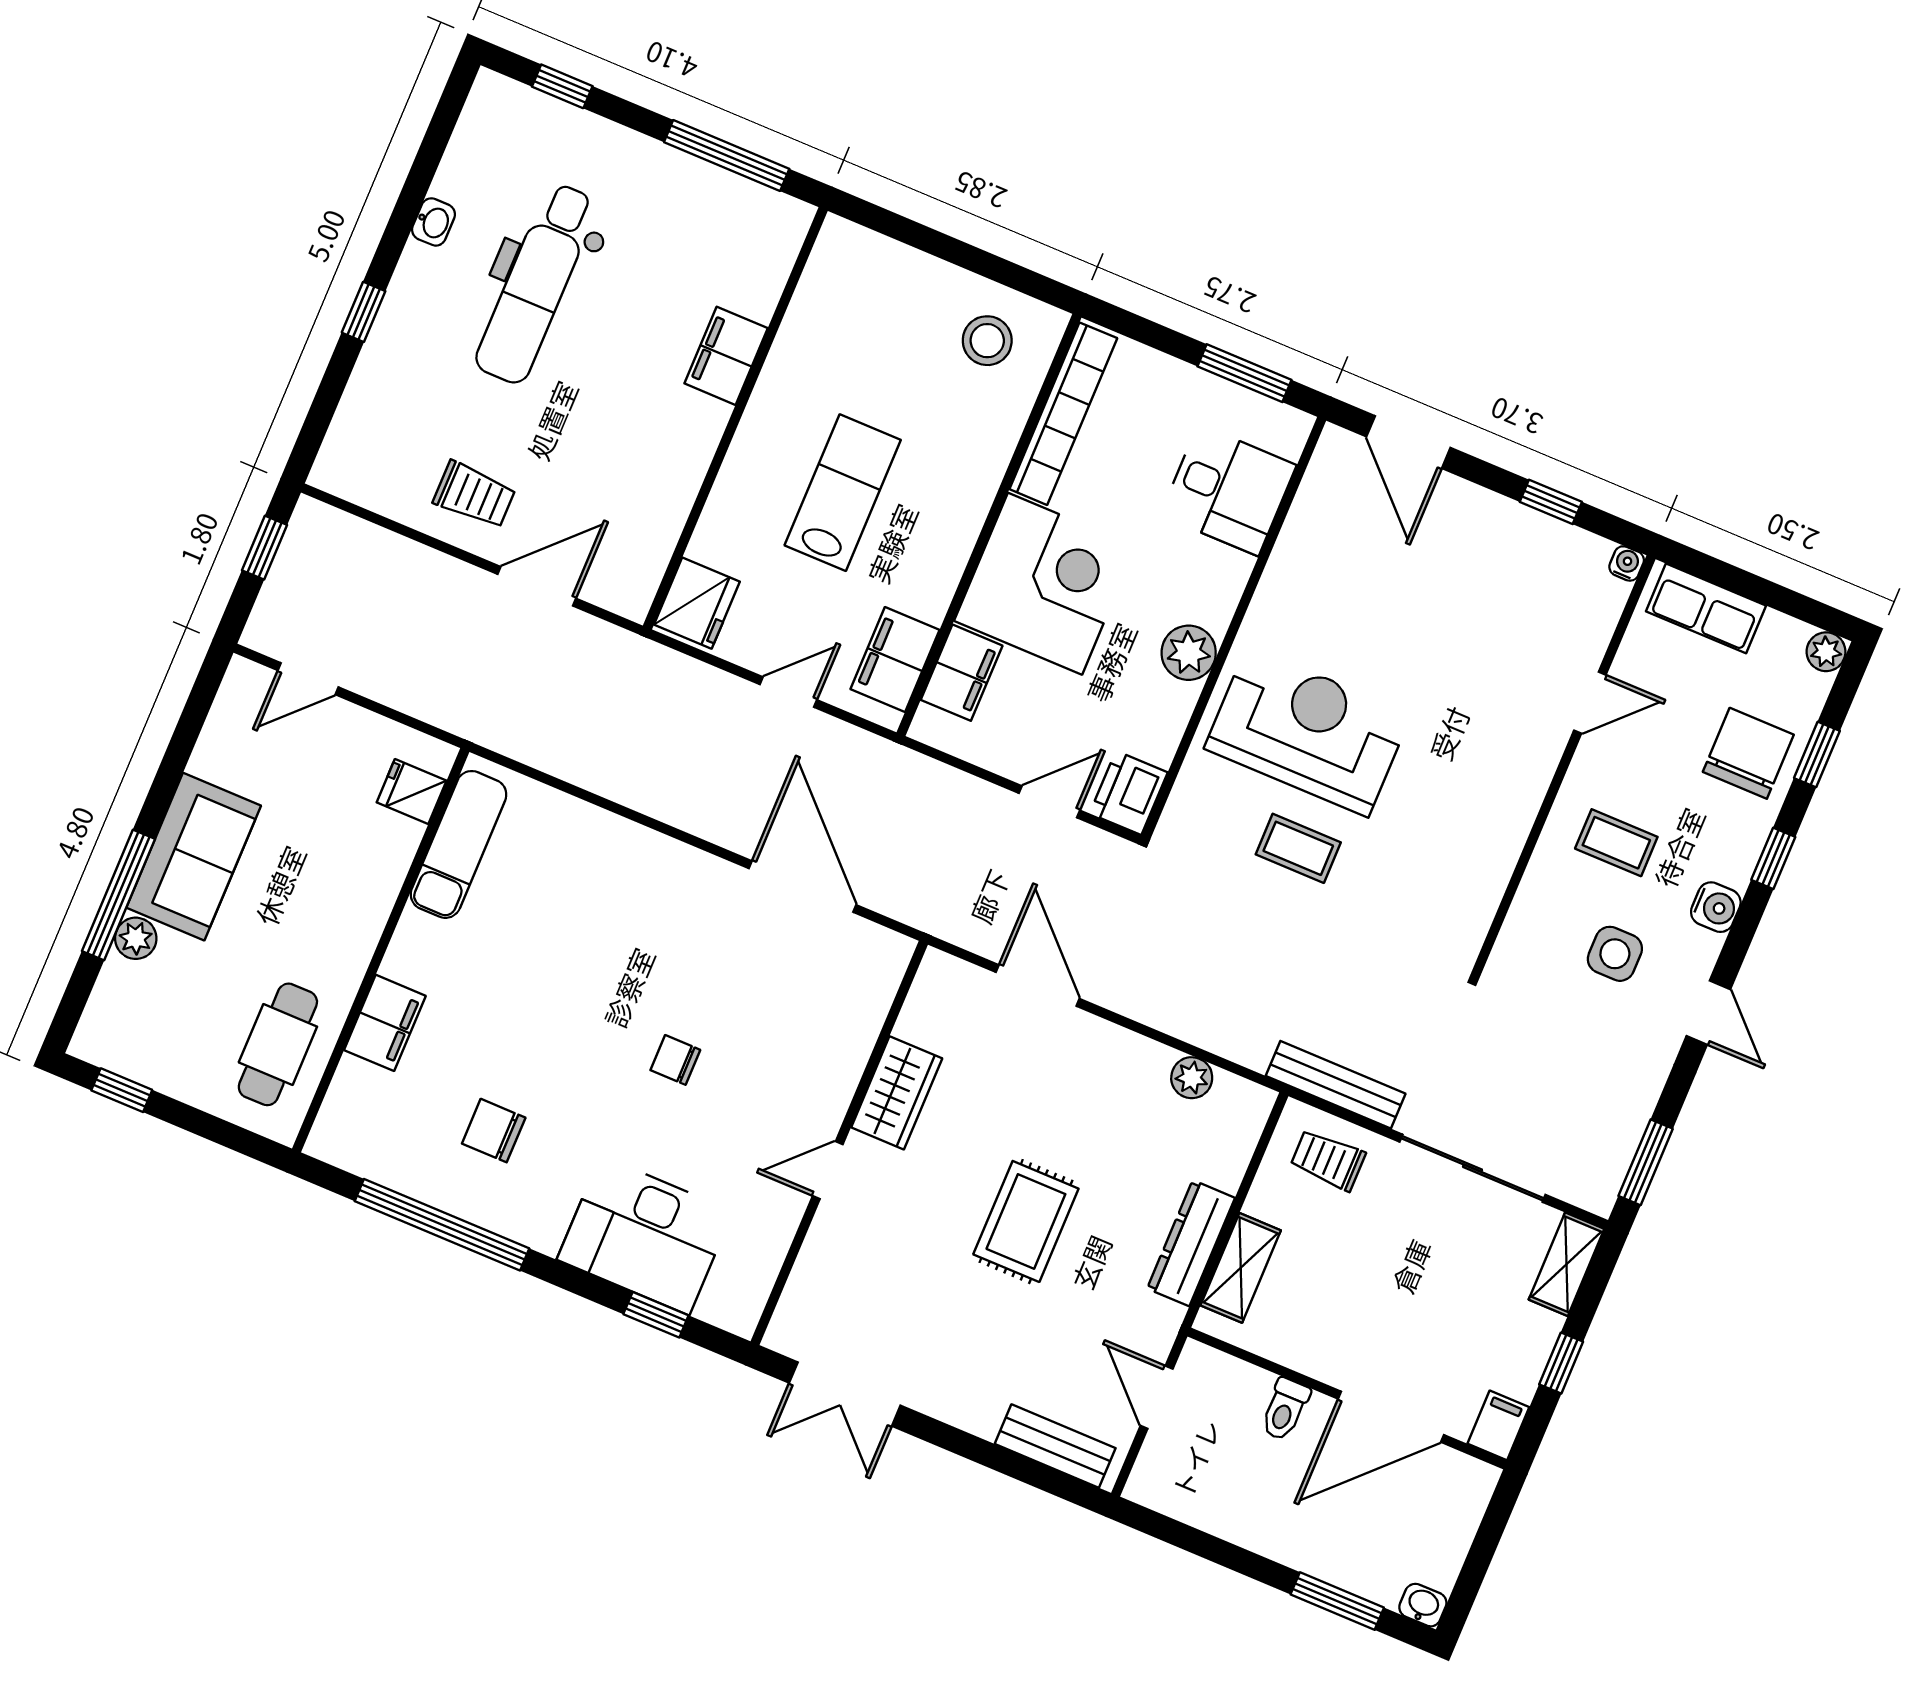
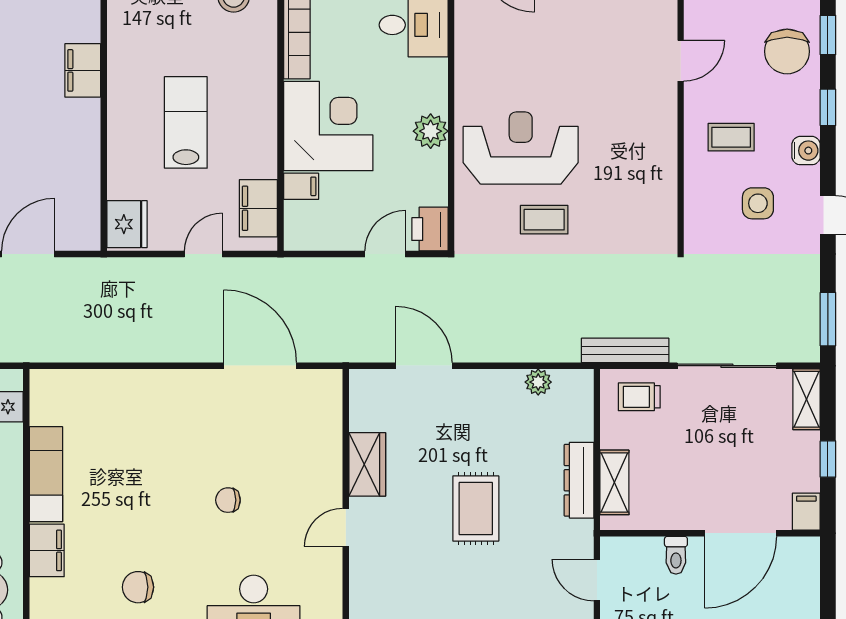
filing cabinet: (962, 673) -> (301, 186), width x0.50
chair: (1748, 753) -> (787, 51), turned 180
exam couch: (459, 844) -> (46, 474), moved

